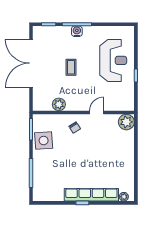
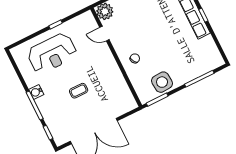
water cooler: (77, 31) -> (36, 92), moved
reception desk: (113, 60) -> (52, 53), turned 180
plant: (59, 104) -> (120, 85), removed
door: (97, 112) -> (104, 34), moved

